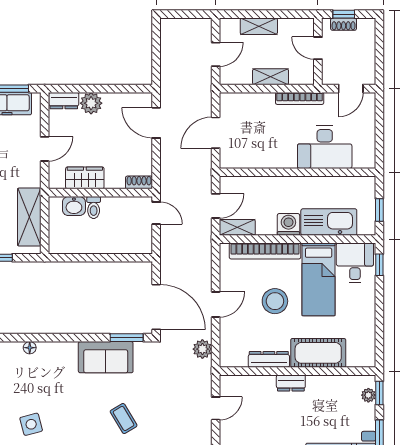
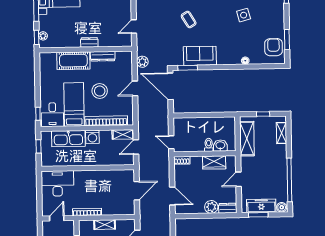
desk: (325, 147) -> (57, 183), moved

